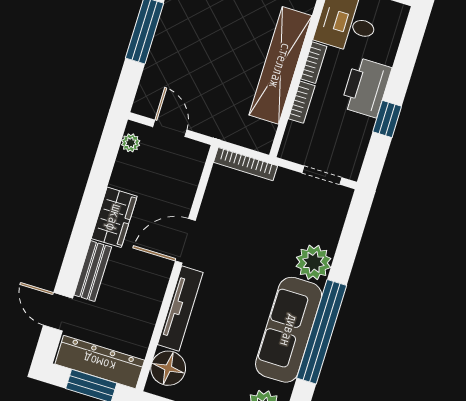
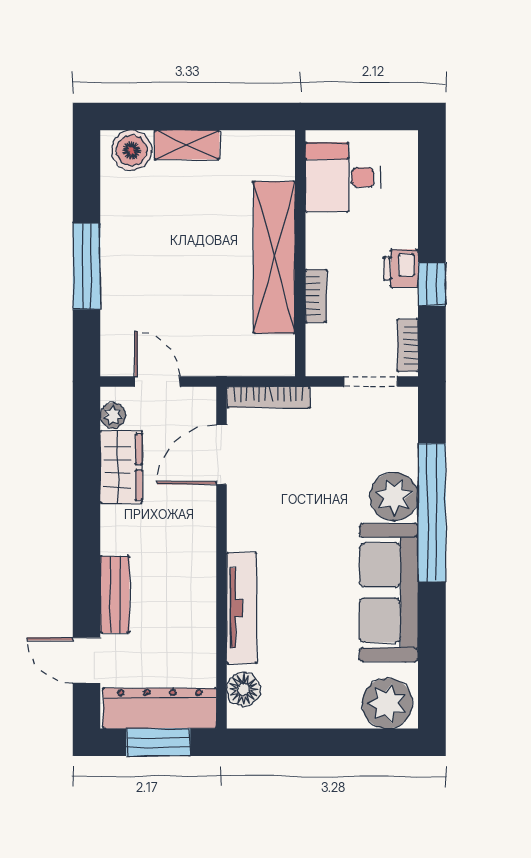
bookcase: (314, 63) -> (408, 345), moved, turned 180
printer: (366, 87) -> (401, 268), width x0.53, depth x0.68
wardrobe: (114, 217) -> (121, 467), moved
door: (185, 241) -> (222, 455), moved
window: (322, 332) -> (432, 512), moved
floor lamp: (168, 368) -> (244, 689), width x0.73, depth x0.73

